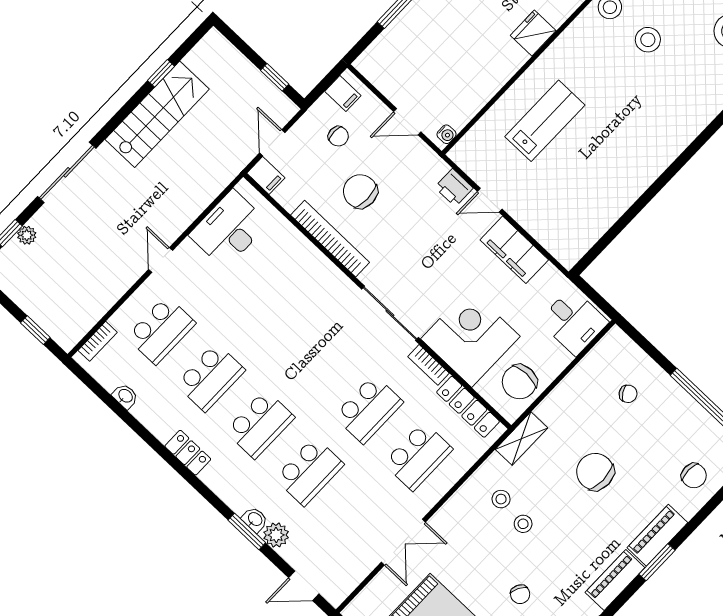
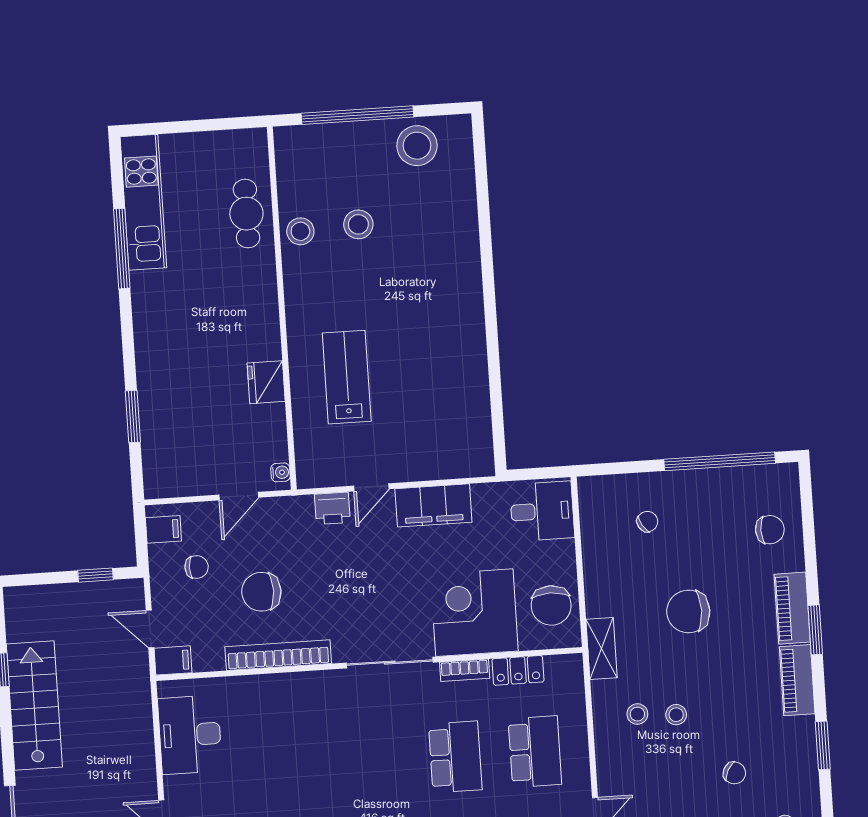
fridge: (533, 33) -> (266, 382), moved
locker: (468, 407) -> (518, 670), width x0.66

